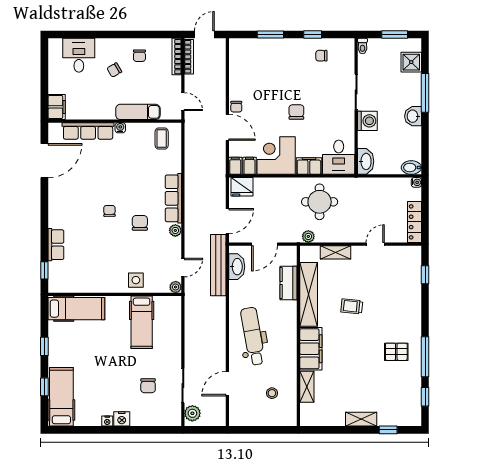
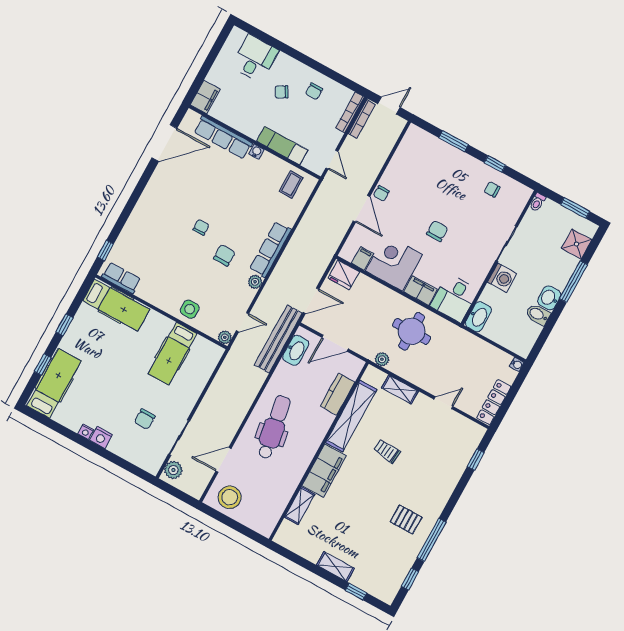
filing cabinet: (235, 166) -> (349, 251), removed
bidet: (411, 168) -> (538, 314), moved
row of seats: (56, 245) -> (121, 278), moved, turned -90
stool: (272, 393) -> (230, 497), moved, width x1.89, depth x1.89

